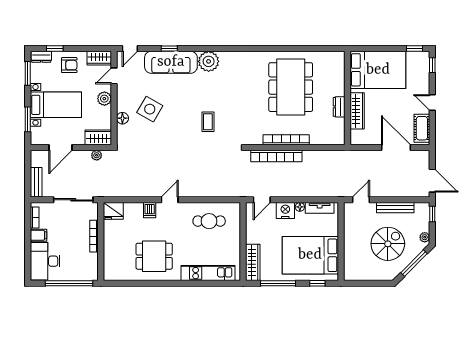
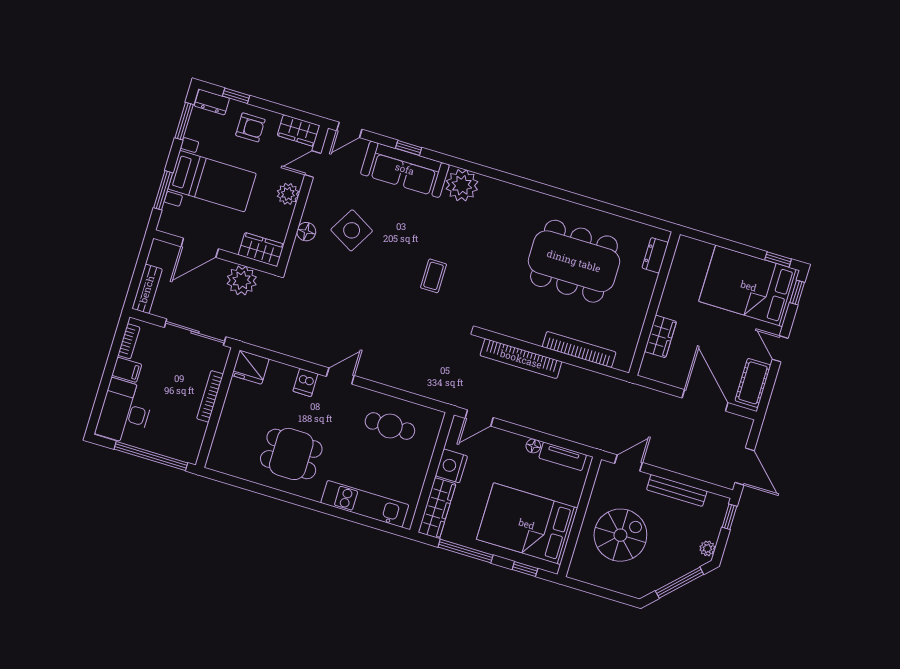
bed: (378, 70) -> (749, 286), moved, turned 180
dining table: (291, 87) -> (574, 261), turned 90
dresser: (339, 107) -> (655, 255), moved
wardrobe: (357, 111) -> (660, 336), width x0.67
bookcase: (286, 140) -> (579, 349), moved
plant: (97, 155) -> (242, 280), width x1.87, depth x1.87
nightstand: (285, 210) -> (451, 466), moved, turned -90
spiral stairs: (388, 244) -> (620, 535), moved

